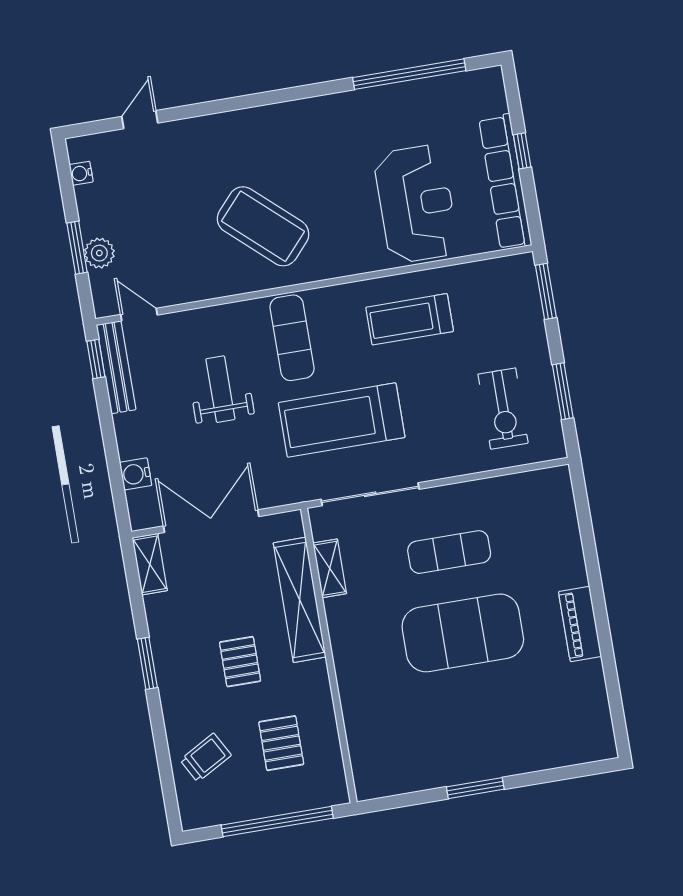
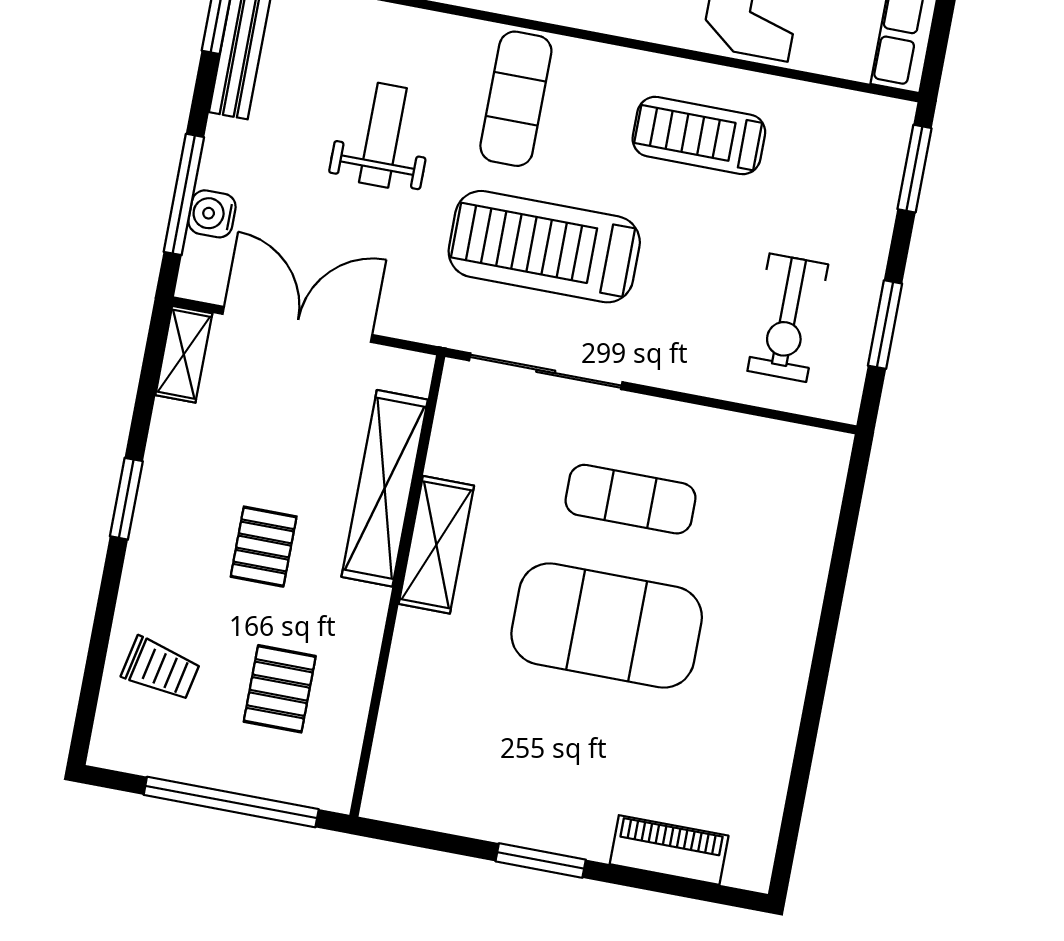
window: (114, 469) -> (184, 194), added
shelving: (330, 568) -> (436, 545), moved, width x1.50, depth x1.33
piano: (580, 624) -> (669, 850), moved, turned 90
trolley: (206, 758) -> (161, 669), turned 41

